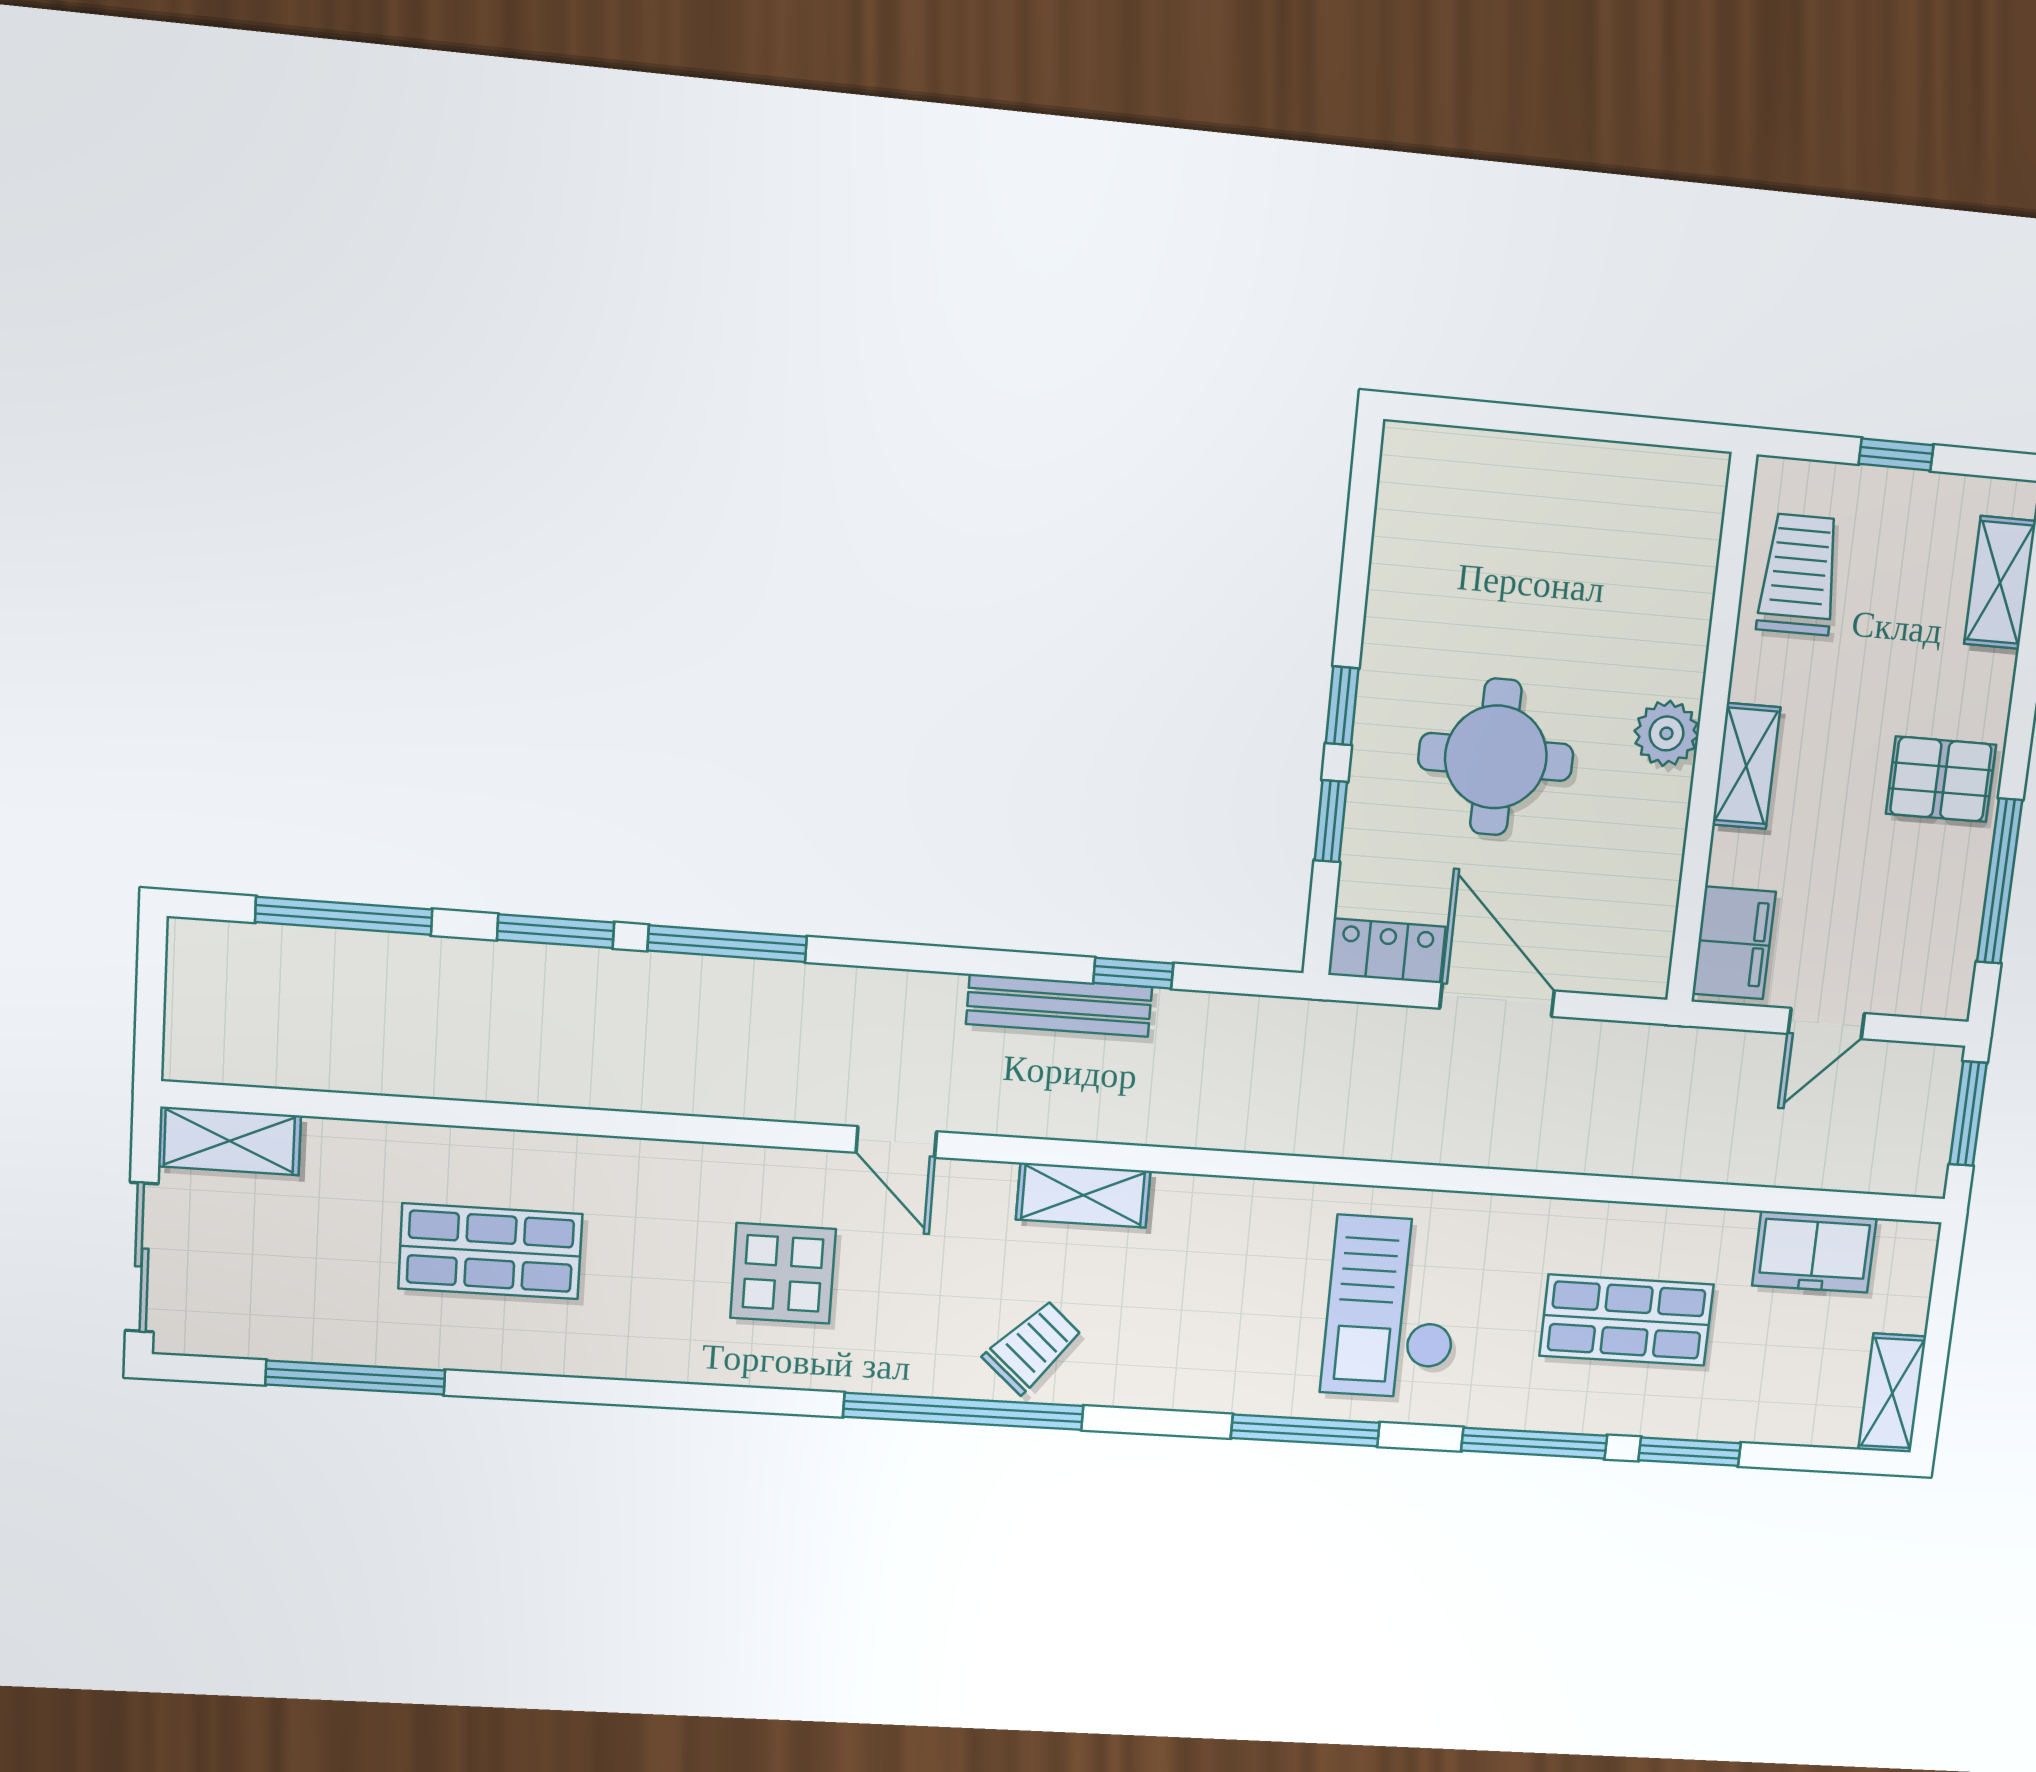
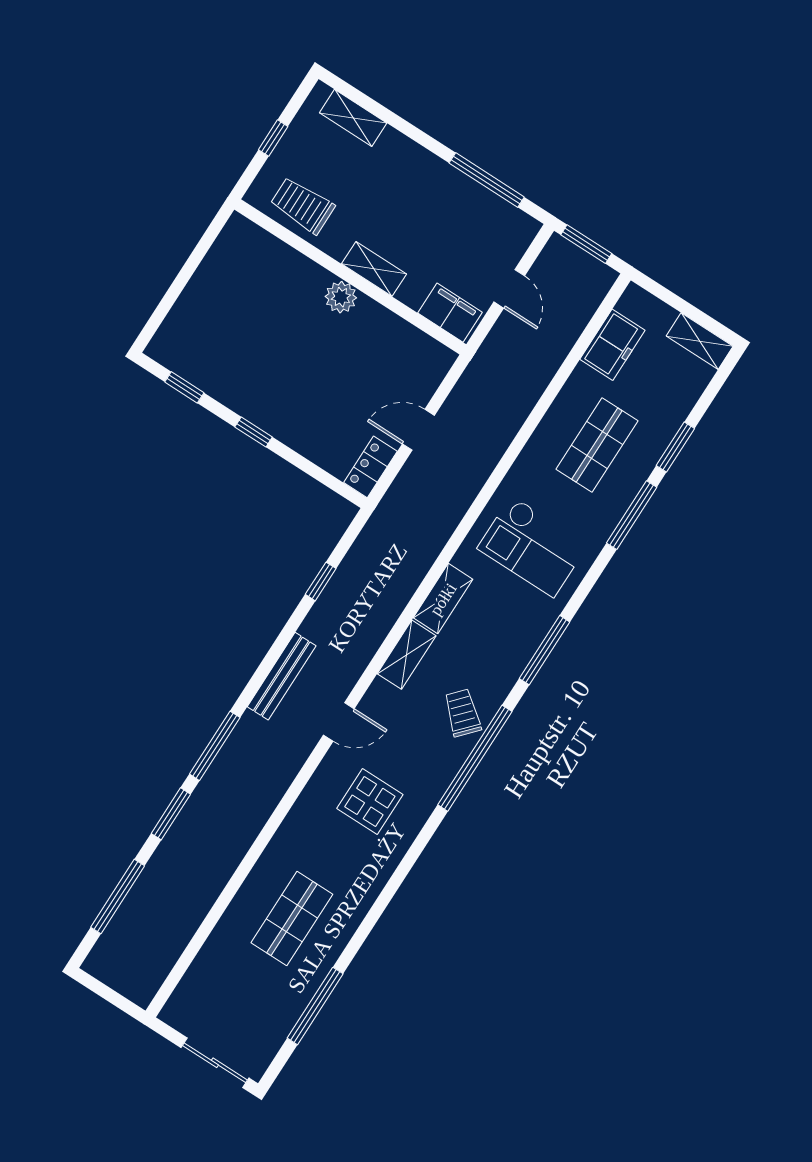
round table: (1496, 757) -> (311, 377), removed
pallet: (1941, 779) -> (426, 185), removed
window: (1331, 821) -> (184, 387), moved
door: (1497, 1000) -> (418, 430), width x0.73
bench: (1059, 1006) -> (282, 676), moved
shelving: (229, 1141) -> (443, 599), moved
window: (1305, 1430) -> (544, 650), moved

